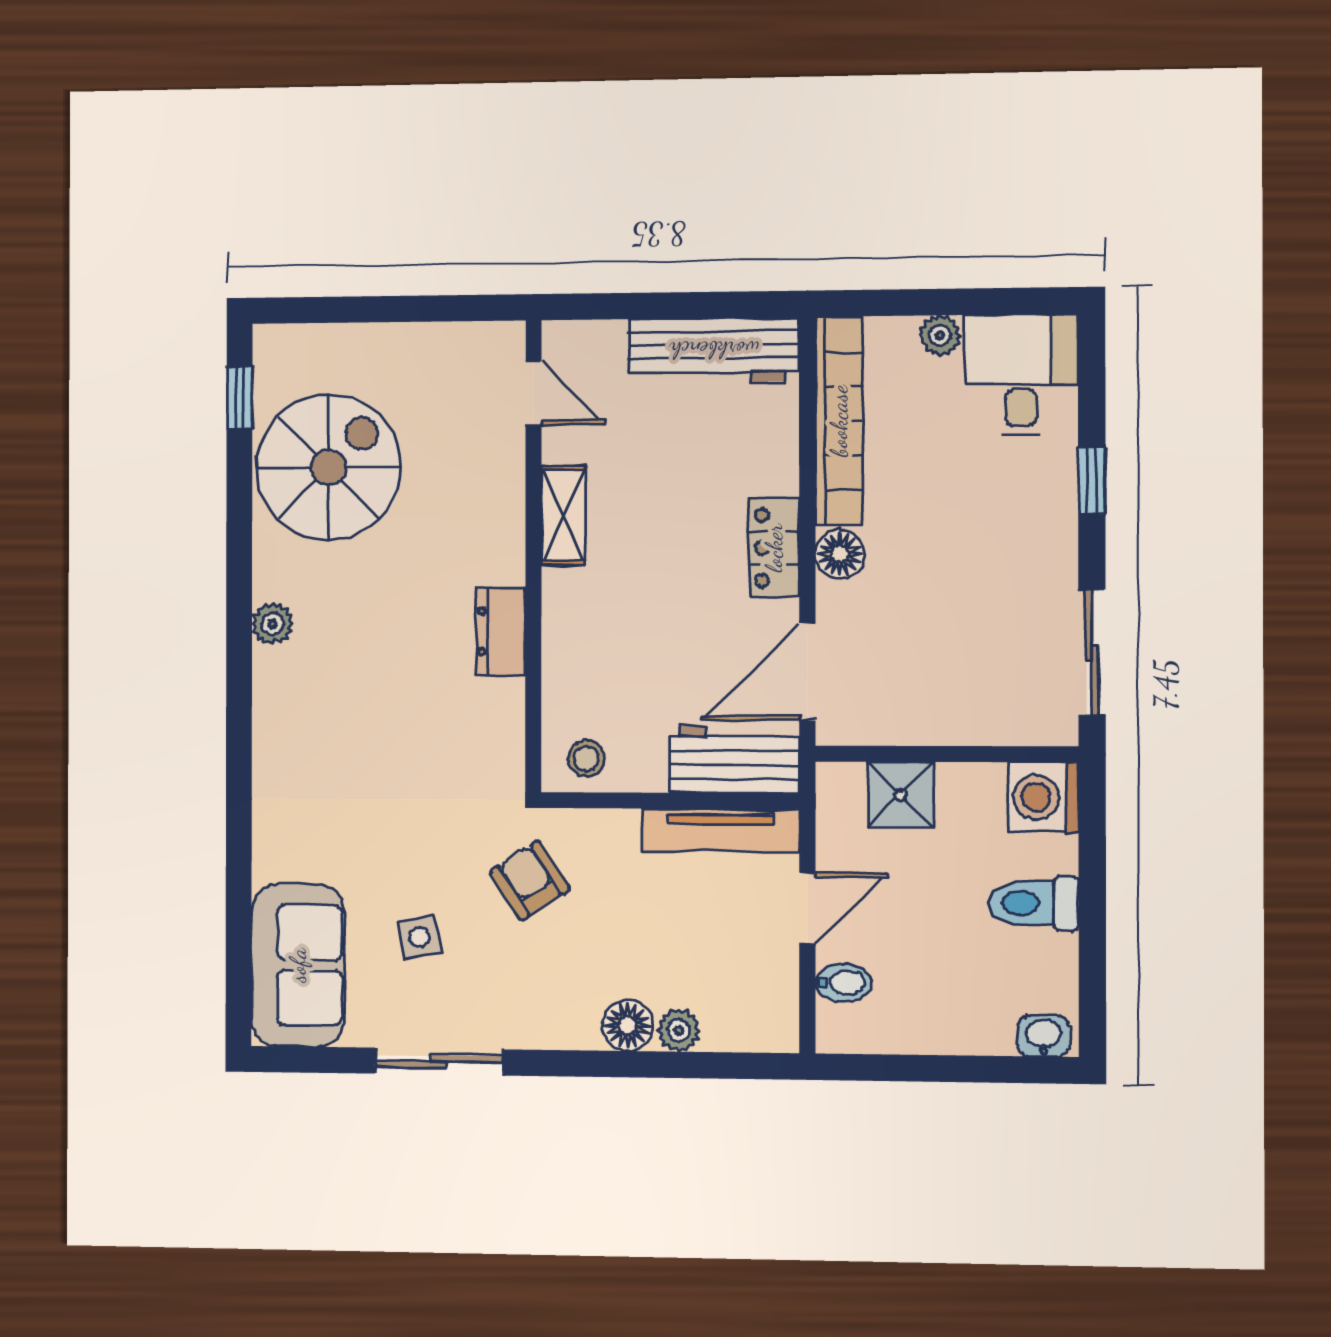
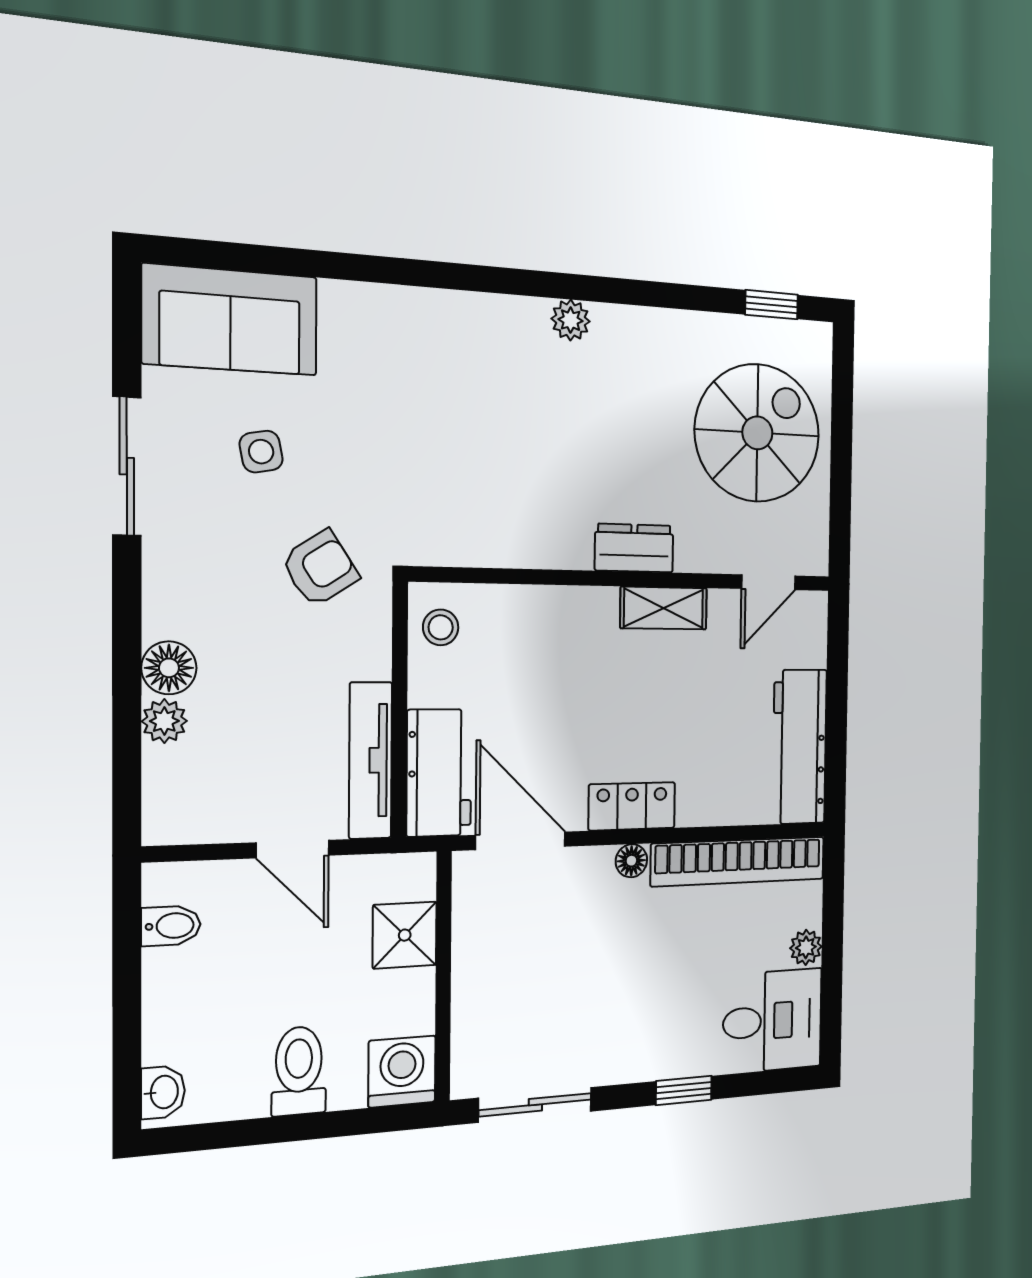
spiral stairs: (328, 467) -> (757, 433), moved, turned -90
floor lamp: (840, 554) -> (631, 861), width x0.73, depth x0.73
dresser: (501, 632) -> (634, 548), moved
bidet: (843, 983) -> (171, 926), moved, turned -90

